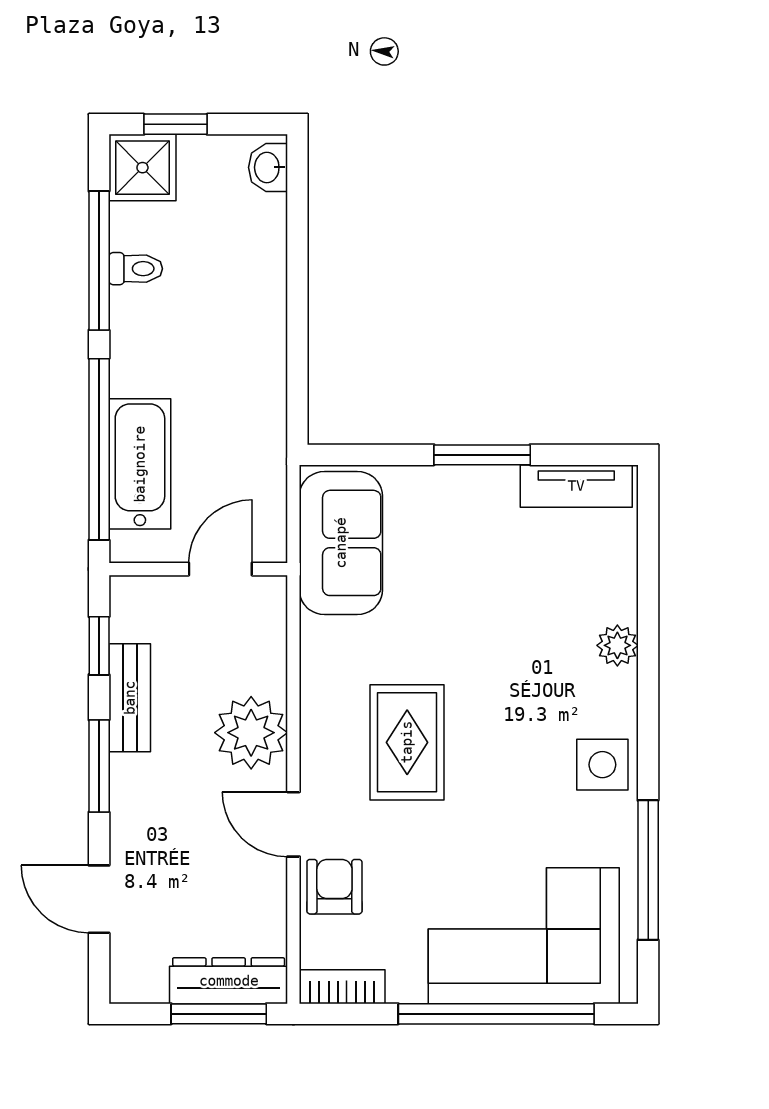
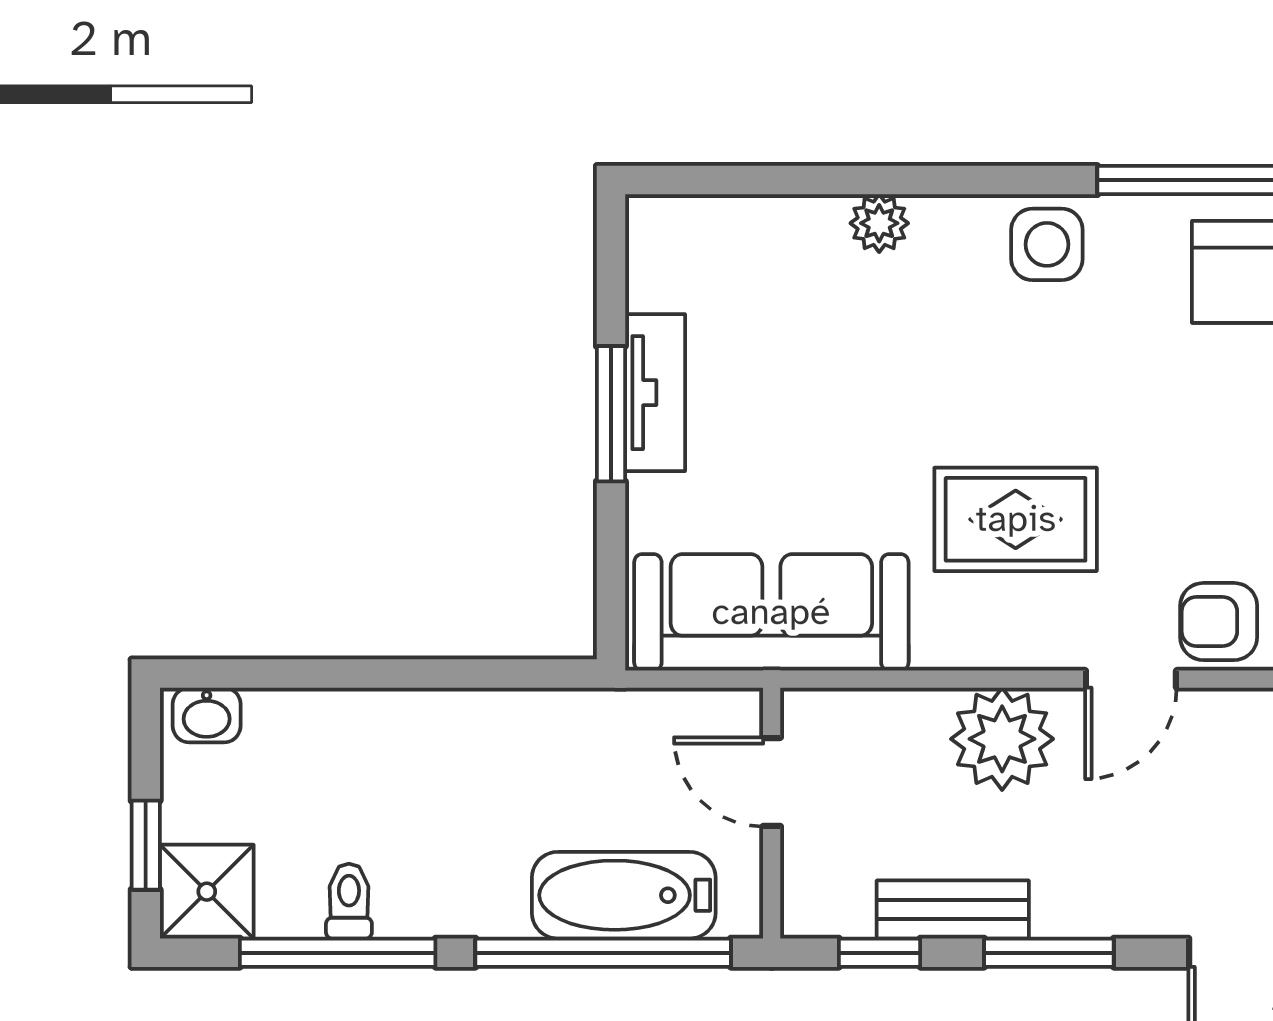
tv unit: (576, 486) -> (655, 393), moved
sofa: (341, 543) -> (771, 612), width x1.36

